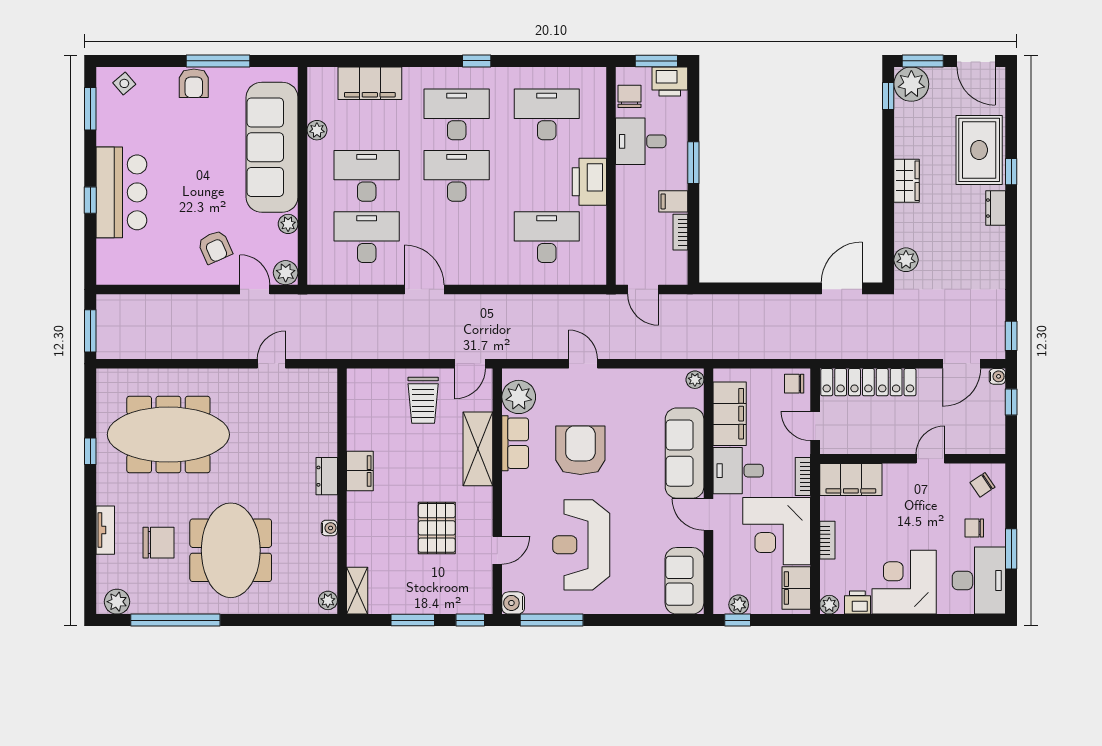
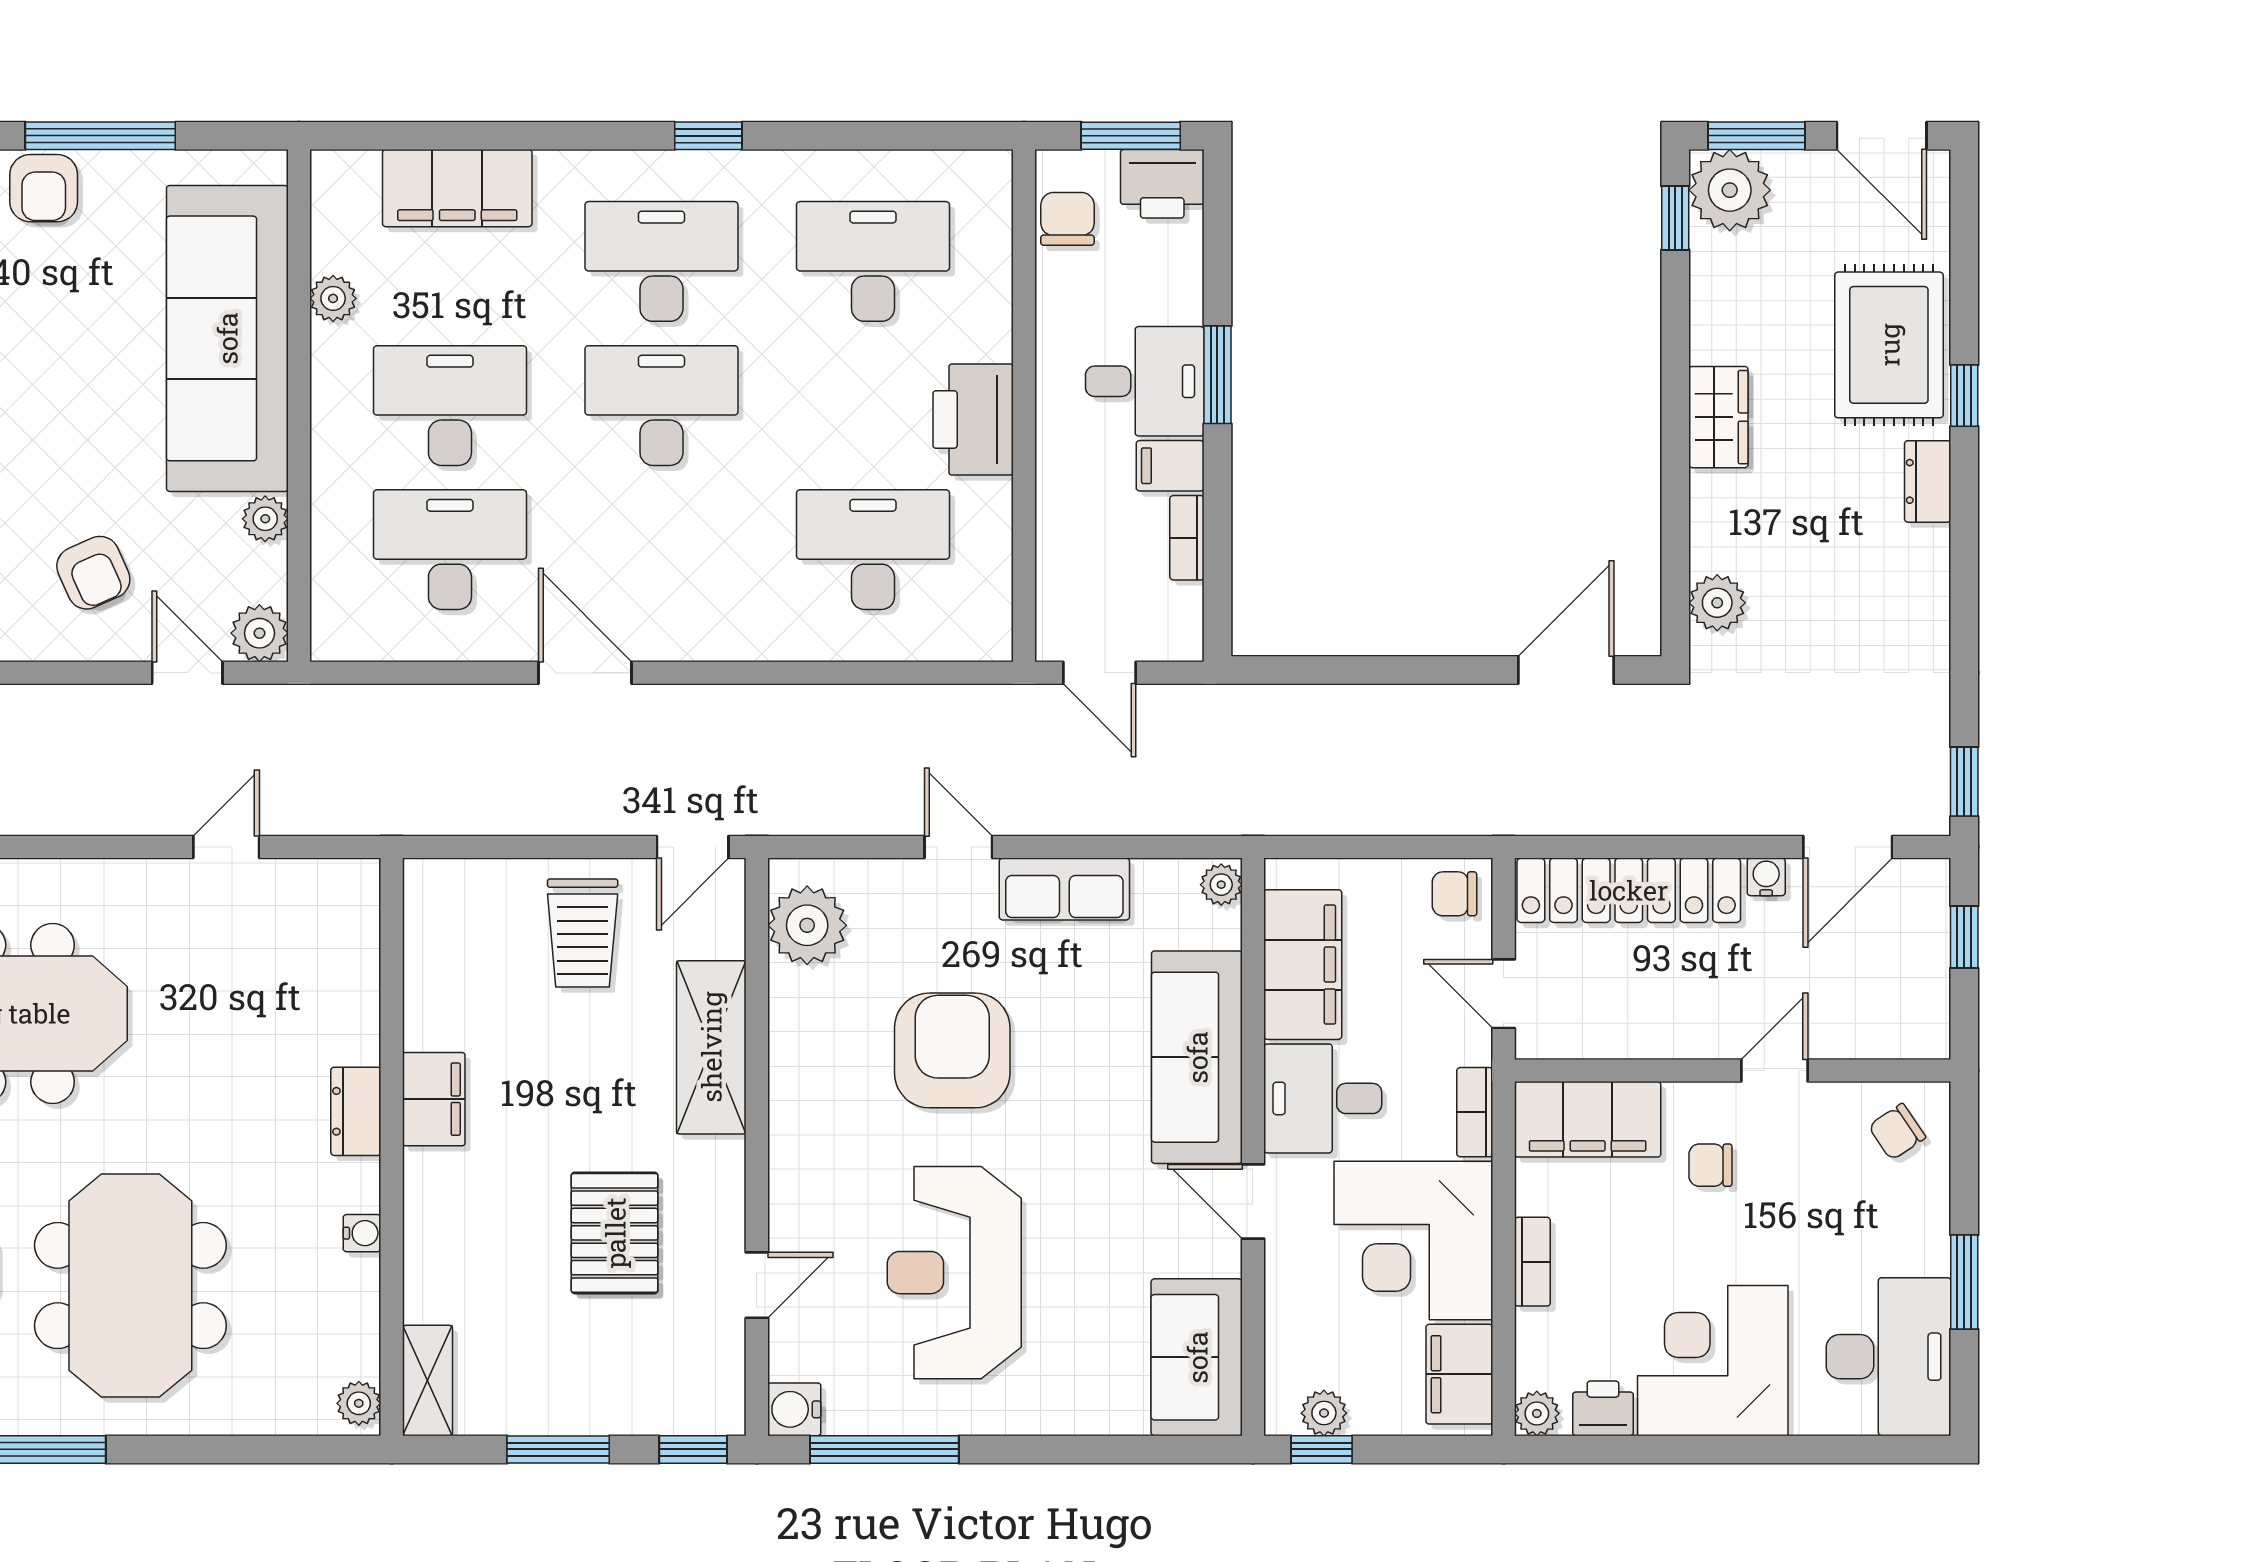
desk: (641, 141) -> (1145, 381), moved, turned 180
water cooler: (997, 376) -> (1766, 877), moved, turned -90
row of seats: (515, 443) -> (1064, 889), moved, turned 90
chair: (974, 528) -> (1710, 1165), moved

